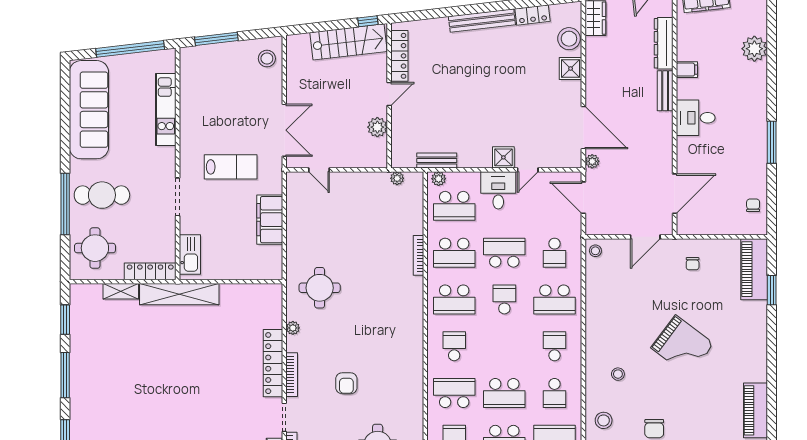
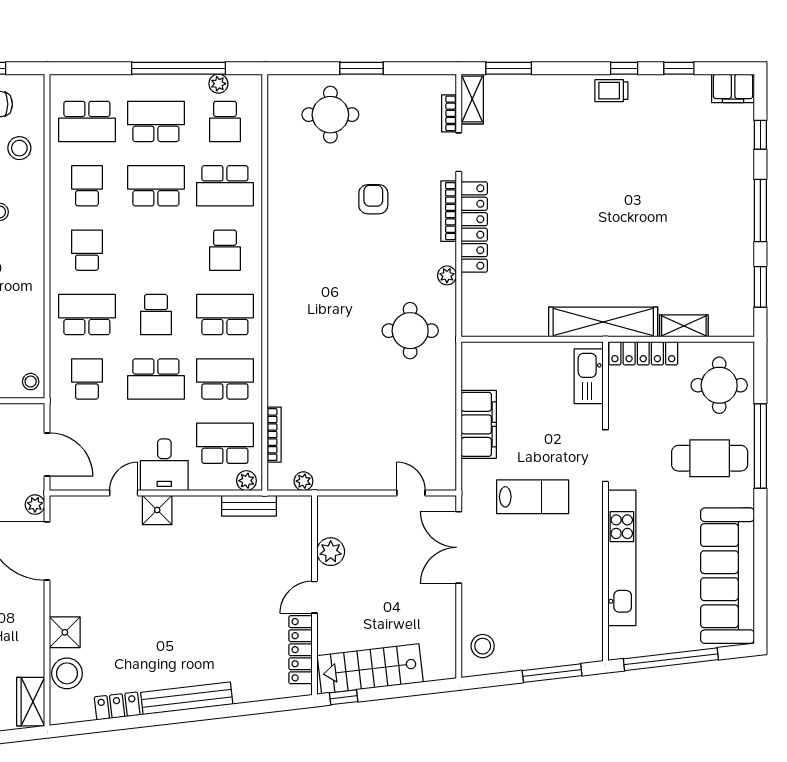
kitchen unit: (166, 109) -> (622, 558), width x1.36
lab bench: (231, 167) -> (533, 497), turned 180
bookcase: (418, 255) -> (274, 435), moved
school desk: (555, 346) -> (87, 250), turned 180

